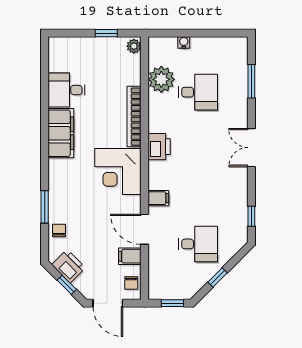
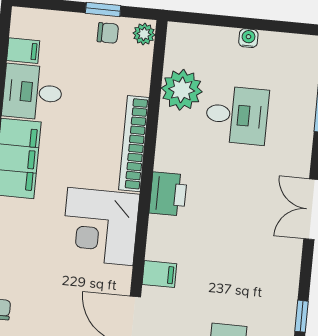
water cooler: (184, 42) -> (248, 38), moved
chair: (111, 48) -> (108, 33), added
filing cabinet: (58, 64) -> (23, 51), added

